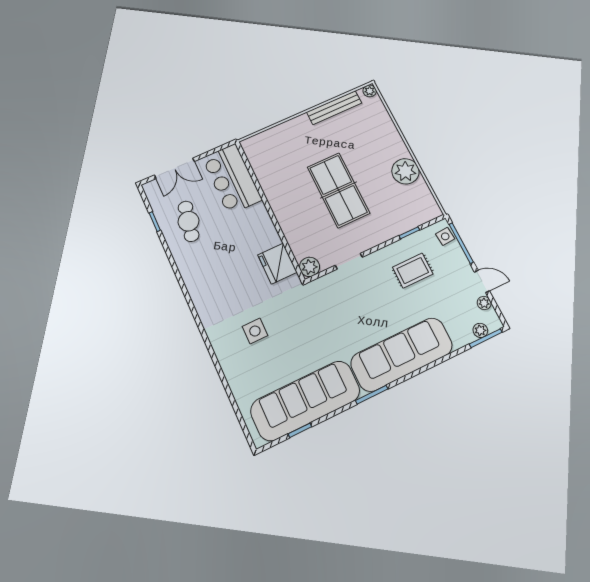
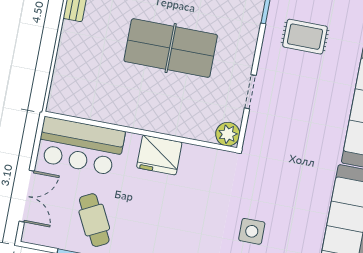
cafe table: (189, 221) -> (94, 220), turned 52
fridge: (277, 264) -> (159, 155), moved
rug: (413, 271) -> (305, 37), turned 90

